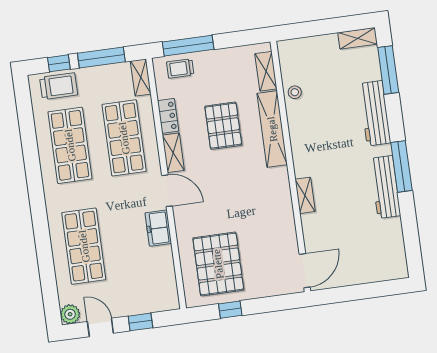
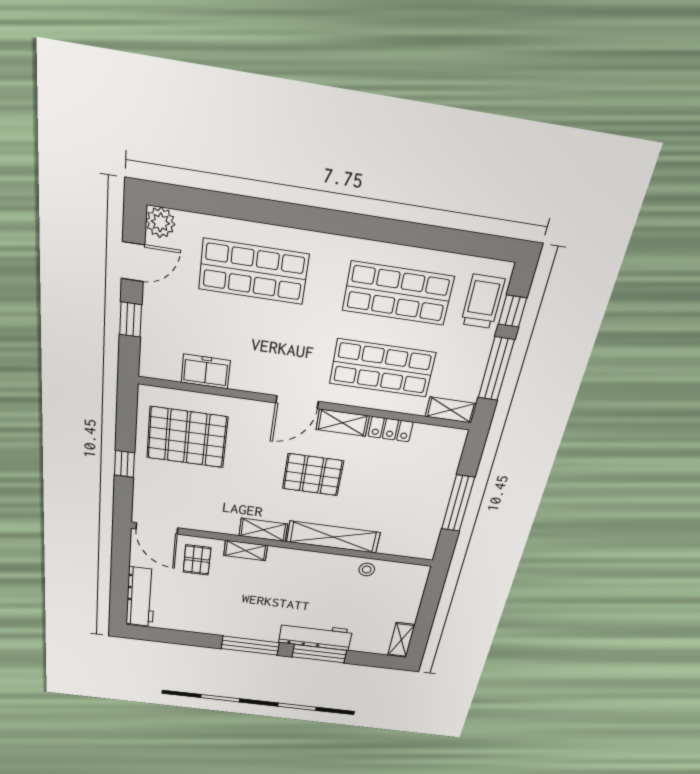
window: (188, 46) -> (458, 503), moved
trolley: (180, 68) -> (443, 459), removed
window: (388, 70) -> (319, 654), moved
shelving: (266, 71) -> (263, 530), moved
trolley: (59, 86) -> (483, 302), turned 180
pallet: (223, 126) -> (313, 475), moved
workbench: (385, 187) -> (141, 597), moved, turned 90
freezer: (158, 228) -> (206, 371), moved
pallet: (325, 232) -> (197, 560), added
window: (230, 310) -> (124, 464), moved

